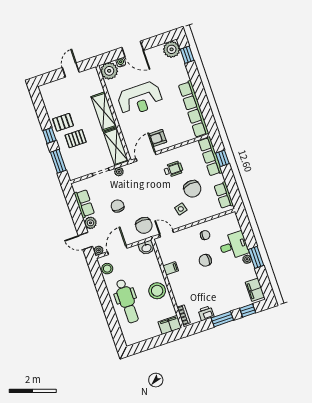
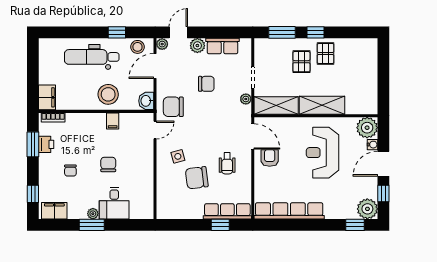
window: (156, 41) -> (383, 194), added
door: (71, 70) -> (383, 83), removed
row of seats: (224, 195) -> (177, 212), removed
chair: (205, 235) -> (70, 171), moved
door: (117, 250) -> (155, 66), swing flipped
window: (101, 288) -> (117, 32), added
stool: (157, 291) -> (108, 94), moved
window: (222, 319) -> (33, 144), moved

